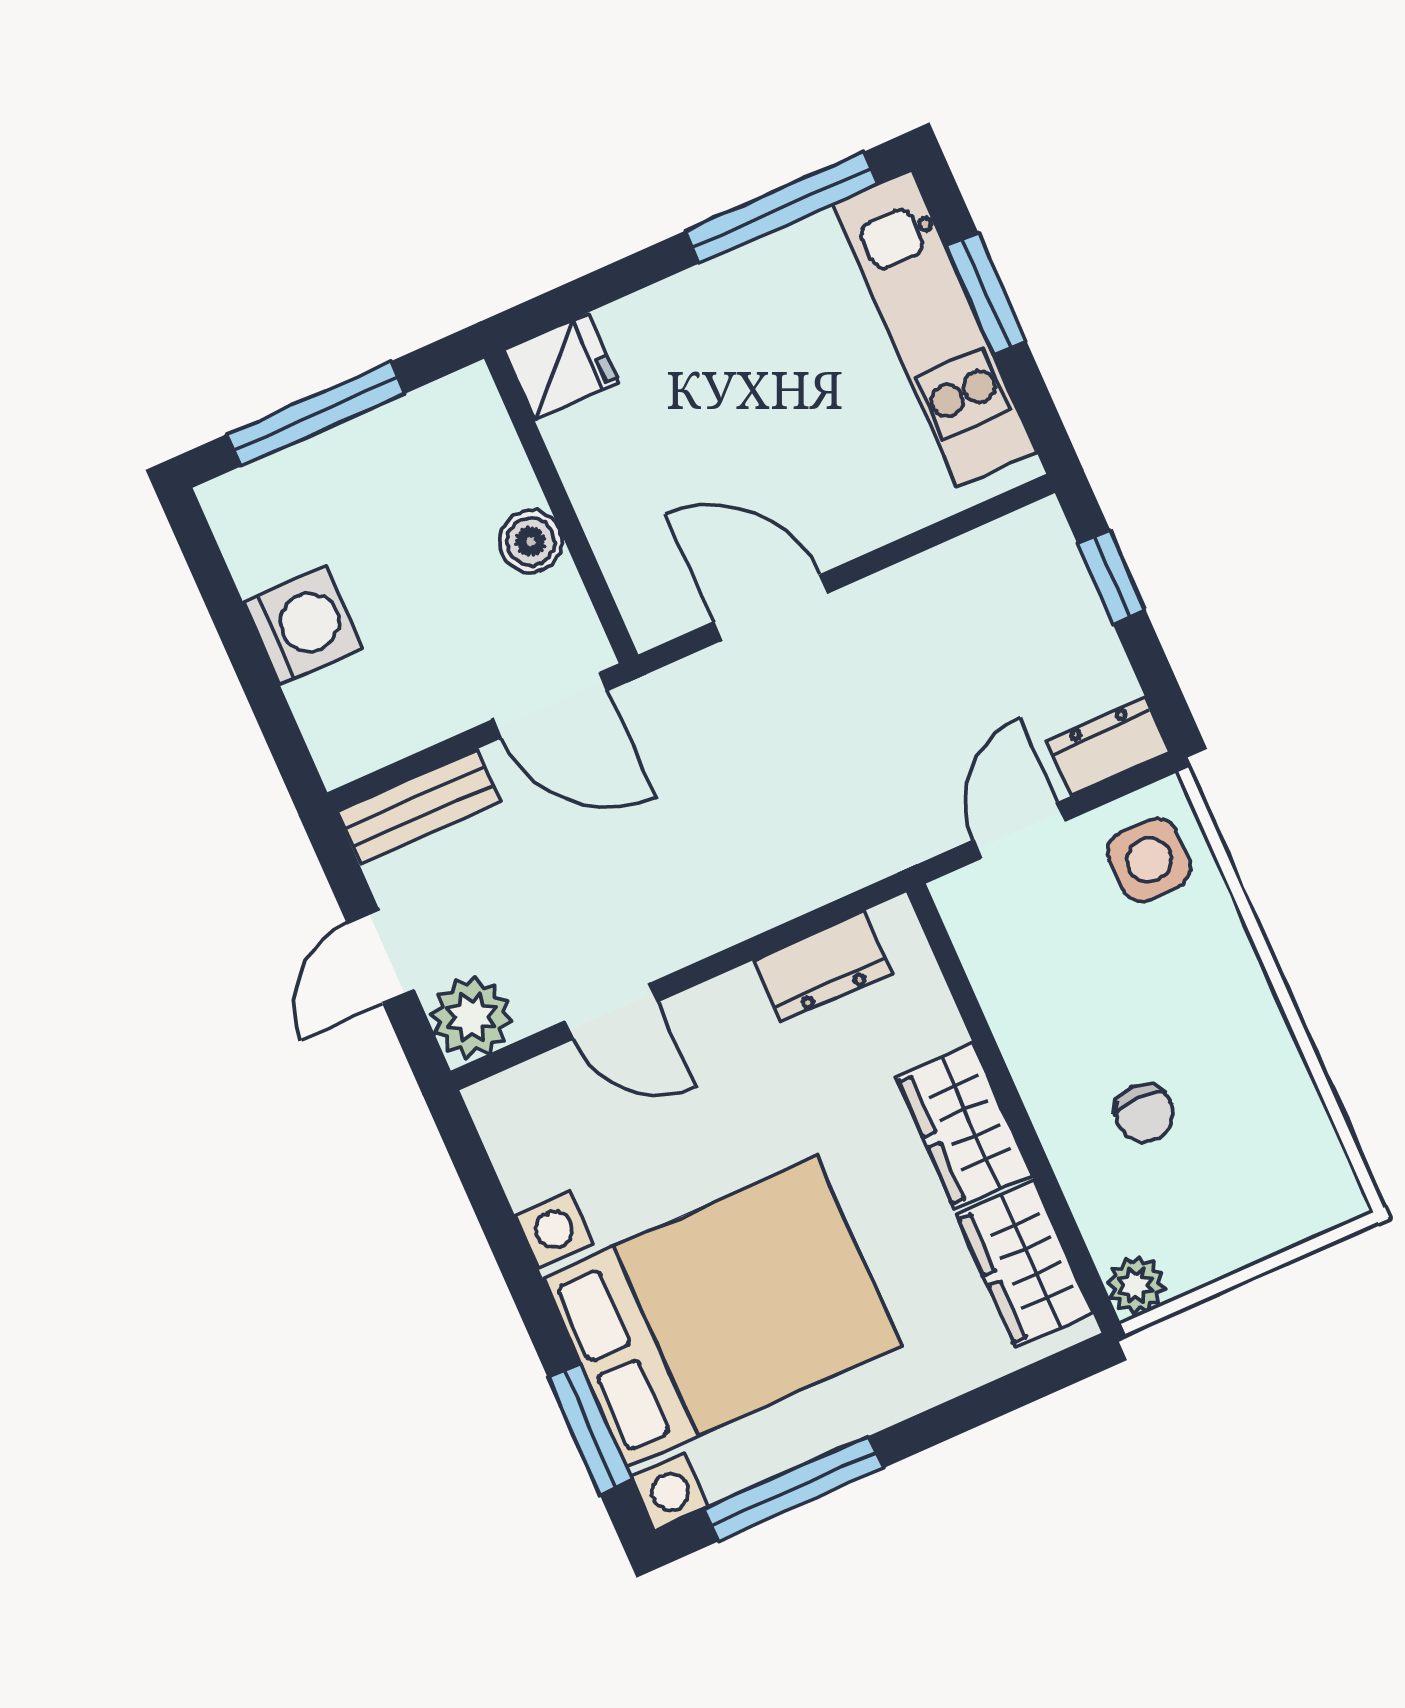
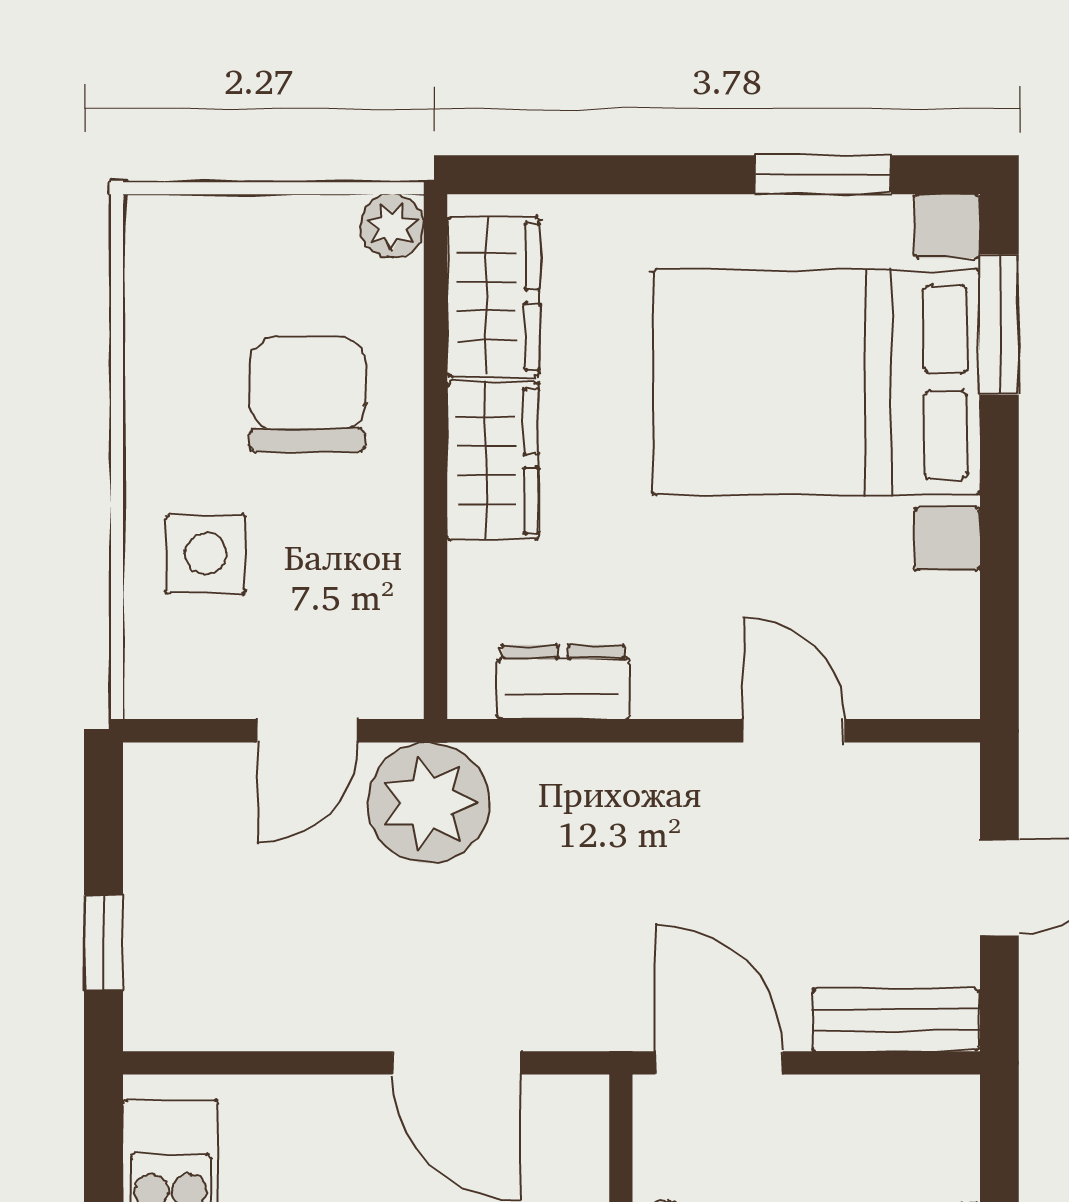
dresser: (1108, 746) -> (182, 776), removed
side table: (1149, 860) -> (206, 554), moved
plant: (471, 1017) -> (429, 803), moved, width x1.36, depth x1.36
chair: (1144, 1113) -> (307, 394), width x1.87, depth x1.87
window: (794, 1489) -> (823, 175), width x0.69

